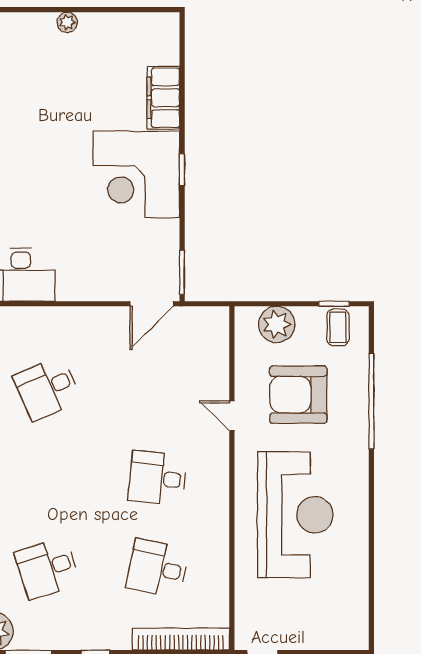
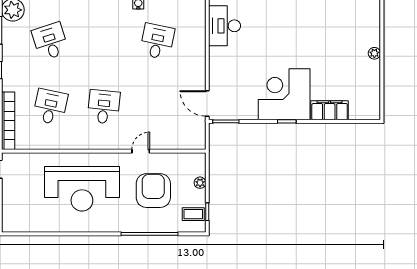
plant: (277, 324) -> (200, 183), width x0.53, depth x0.53
desk: (47, 388) -> (157, 41), turned 36

